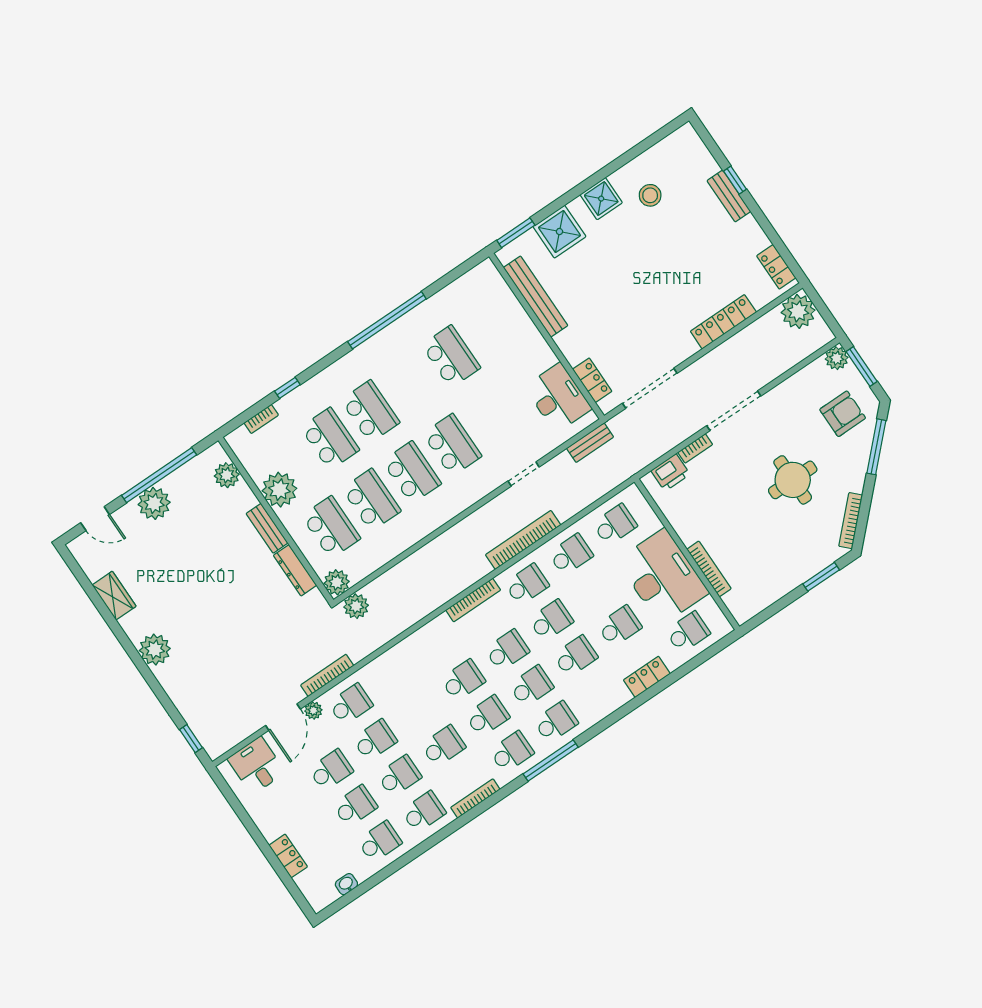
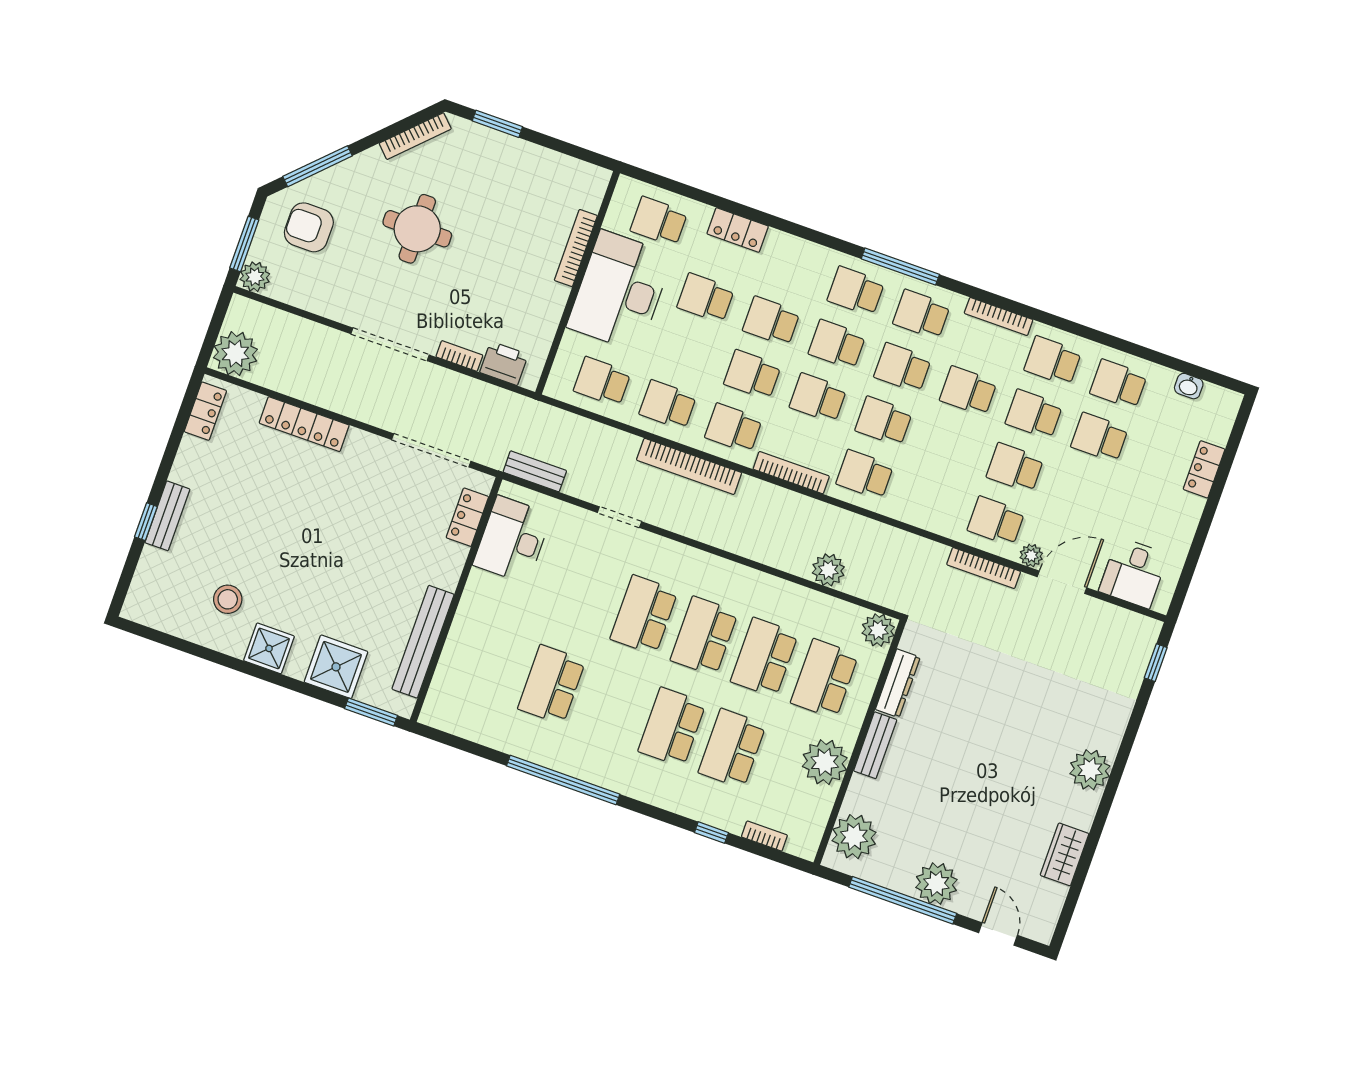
plant: (227, 475) -> (854, 837), width x1.36, depth x1.36
plant: (356, 606) -> (828, 570), moved
school desk: (331, 770) -> (865, 475), moved

